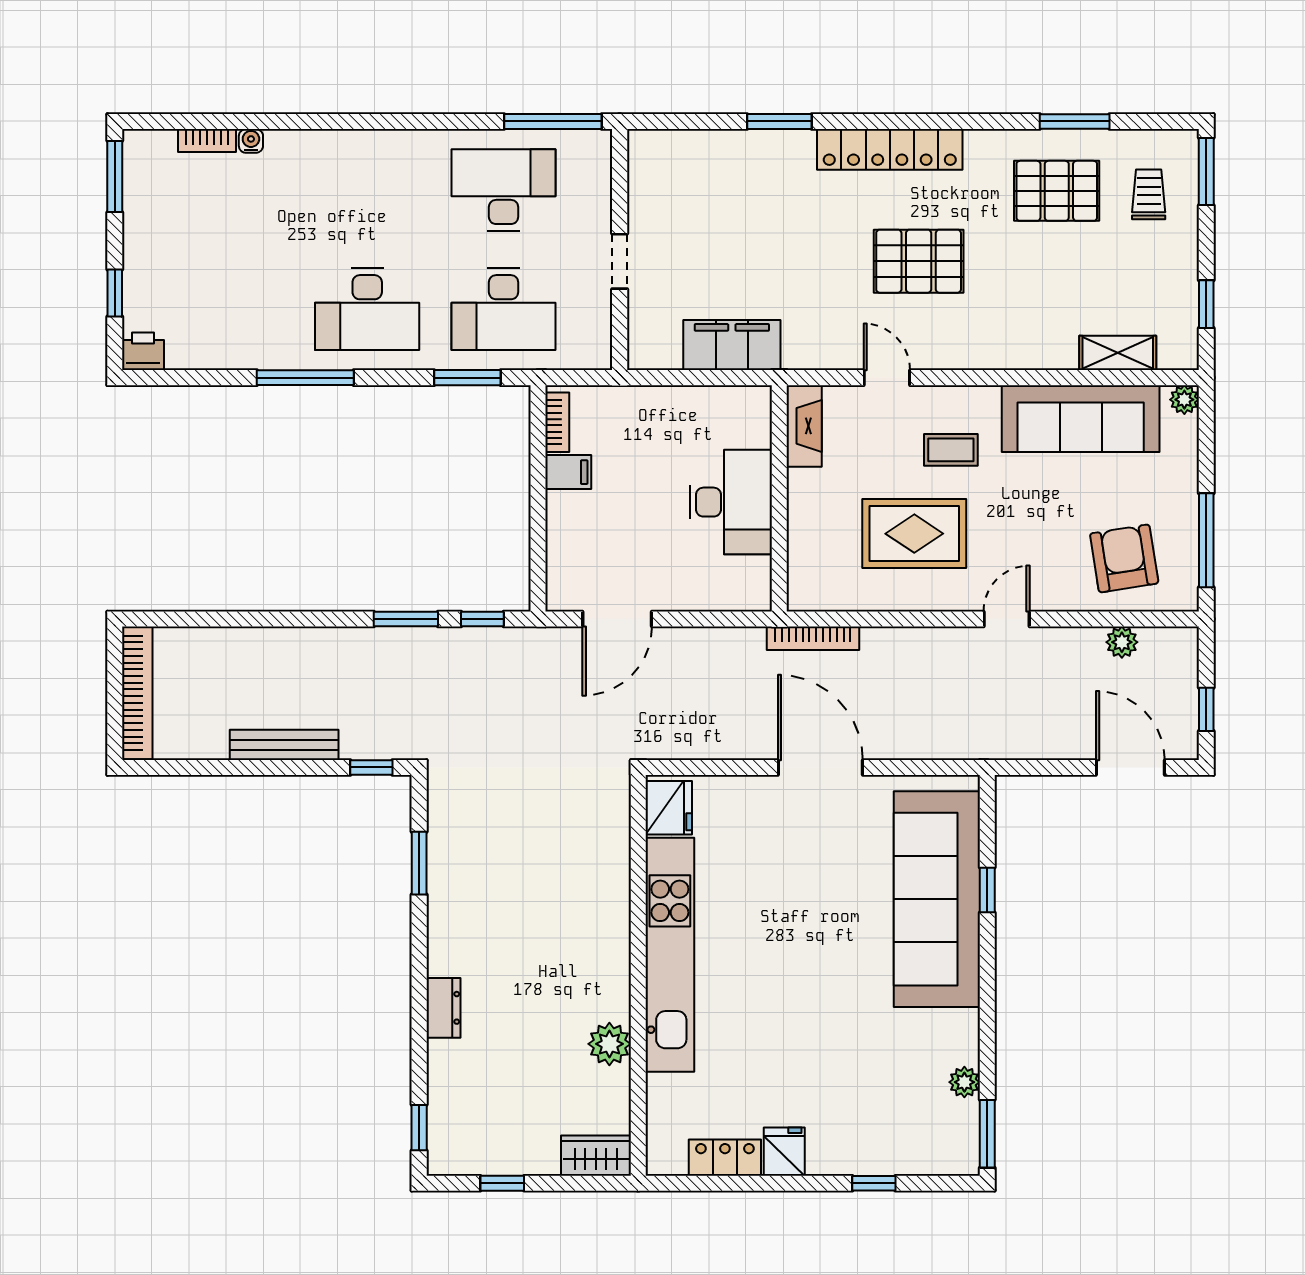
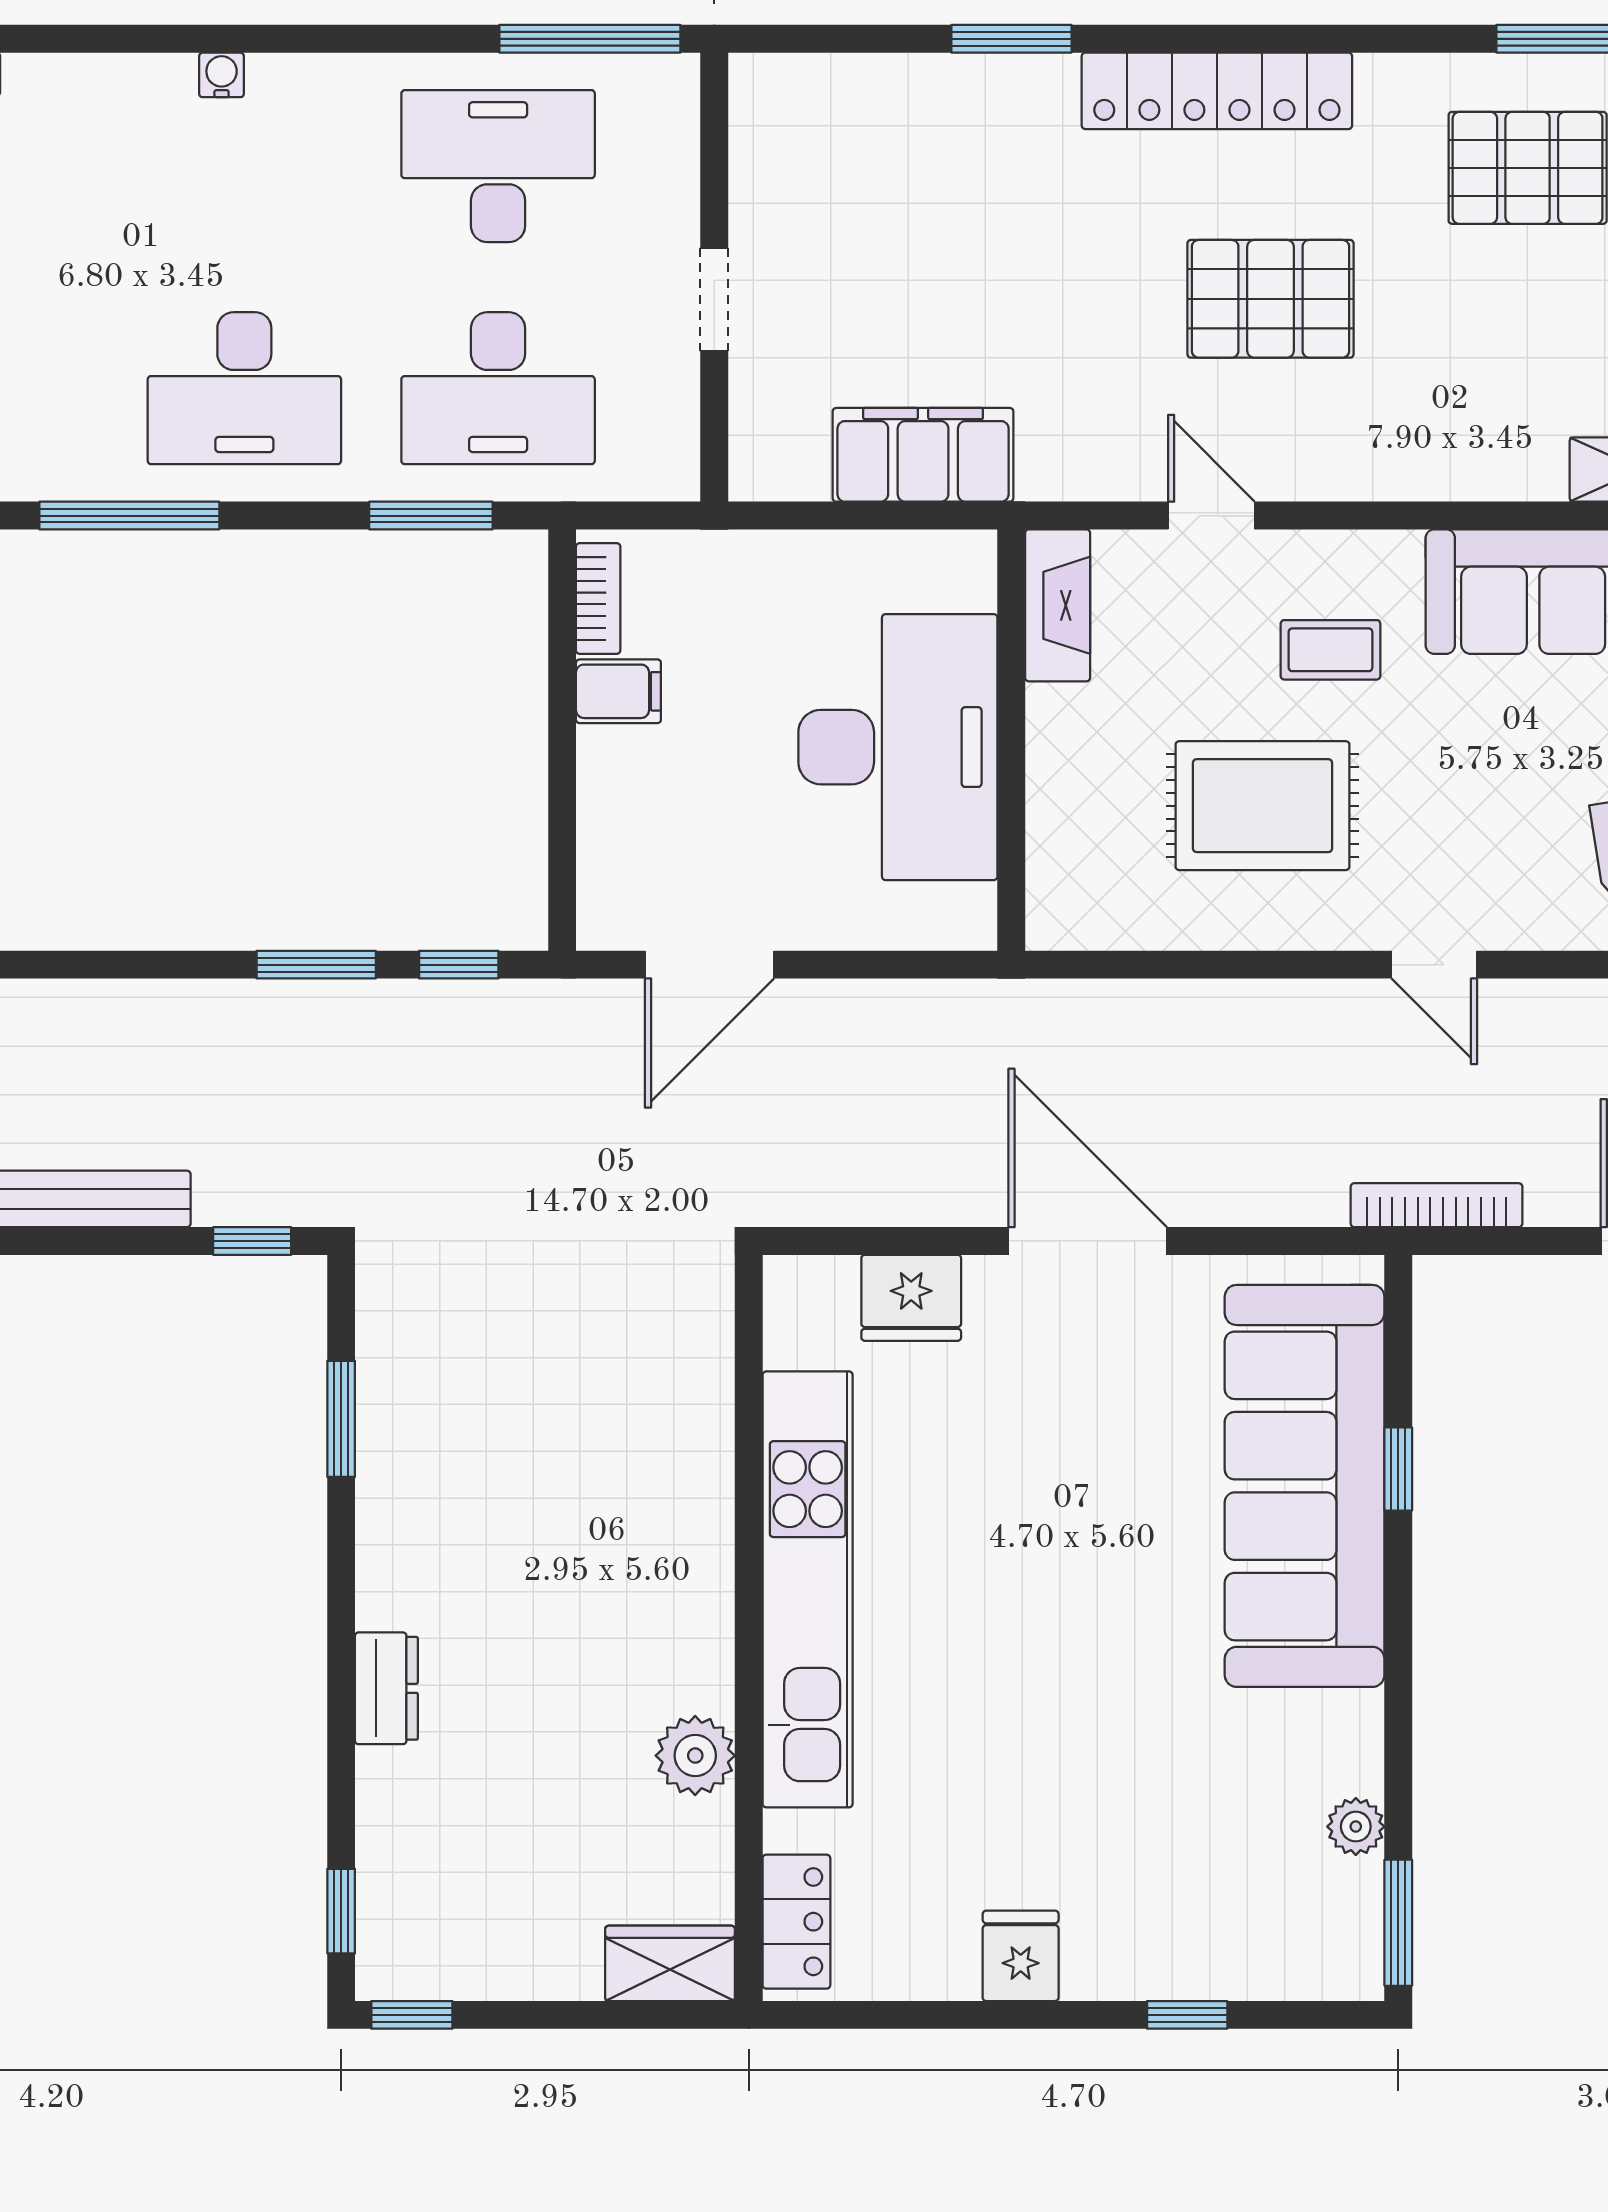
water cooler: (251, 141) -> (222, 75), moved
desk: (731, 502) -> (898, 747), width x1.36, depth x1.30
door: (1007, 619) -> (1434, 965), swing flipped
bookcase: (813, 638) -> (1437, 1205), moved, turned 180
fridge: (669, 808) -> (911, 1298), moved, turned 90
locker: (725, 1158) -> (796, 1922), moved, turned 90
window: (502, 1183) -> (412, 2015), moved

